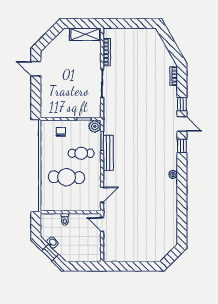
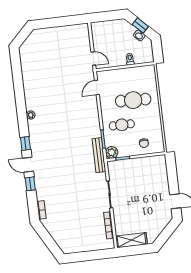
bench: (108, 153) -> (99, 155), moved

